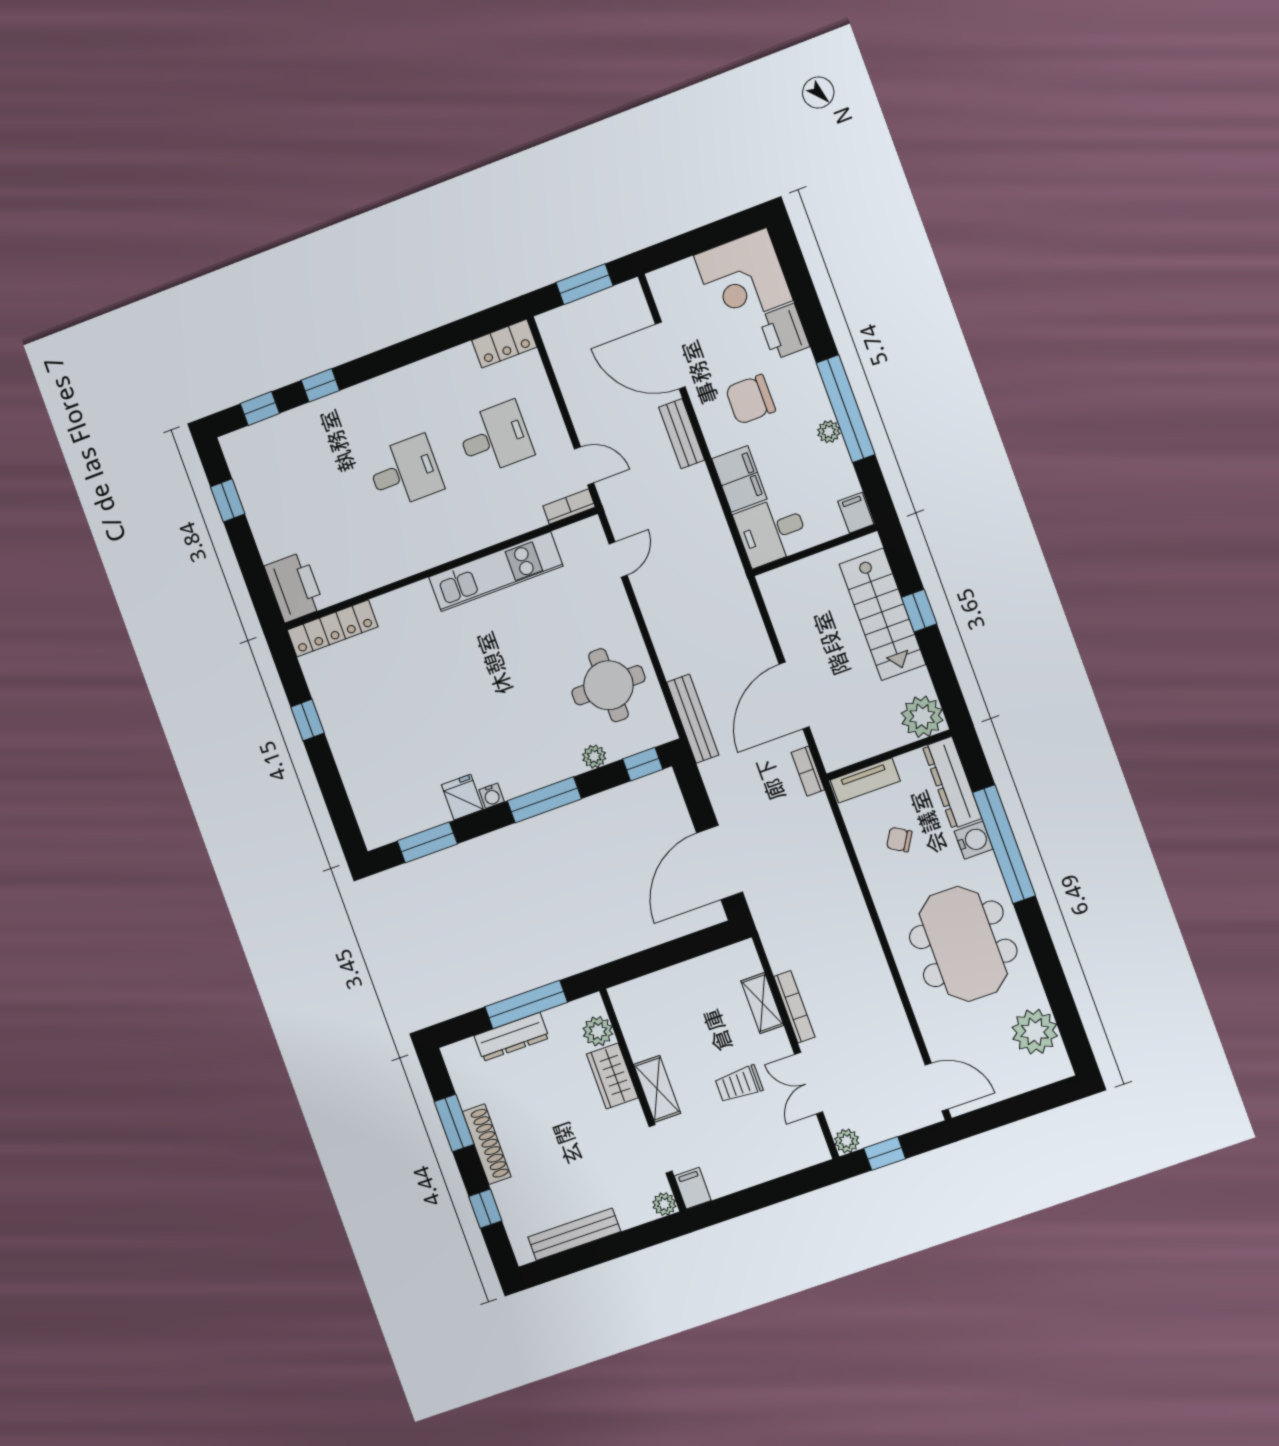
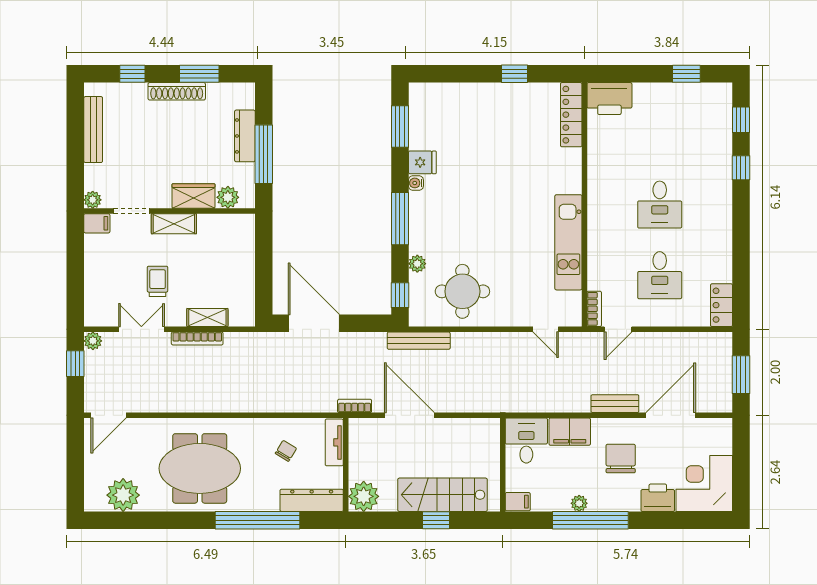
water cooler: (974, 840) -> (268, 501), removed

